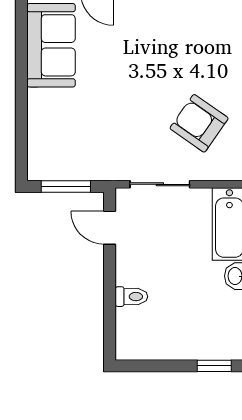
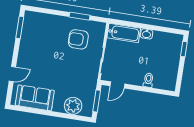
armchair: (199, 123) -> (78, 39), turned 55
plant: (47, 135) -> (73, 106), added

